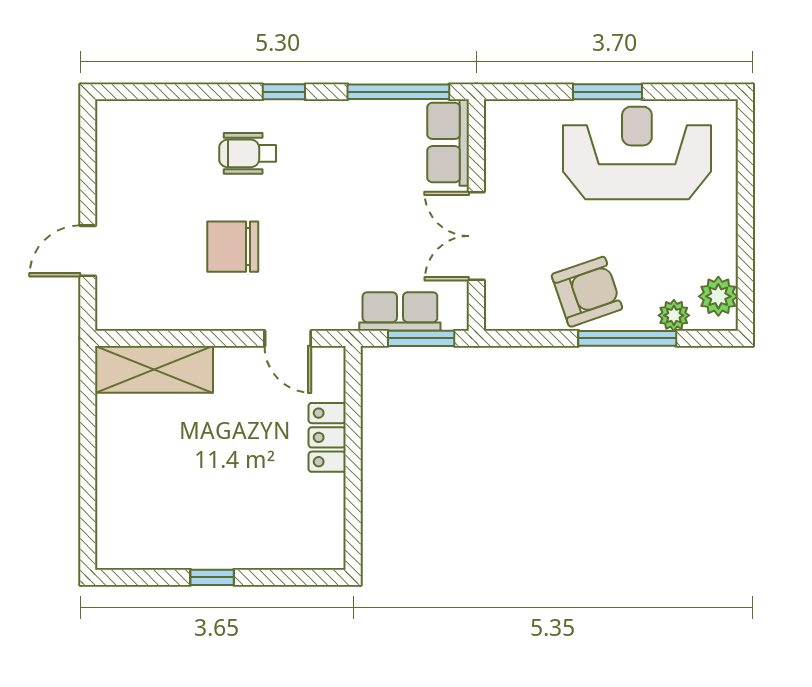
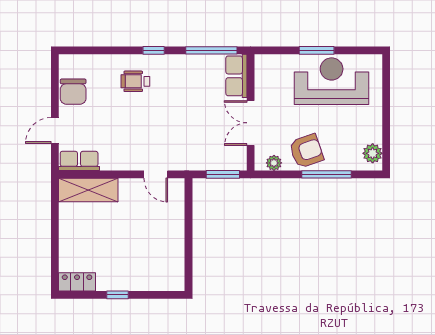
chair: (233, 247) -> (73, 92), moved, turned -90
row of seats: (400, 311) -> (79, 161), moved
plant: (674, 315) -> (274, 163), moved
locker: (327, 437) -> (77, 282), moved, turned 90

